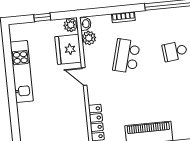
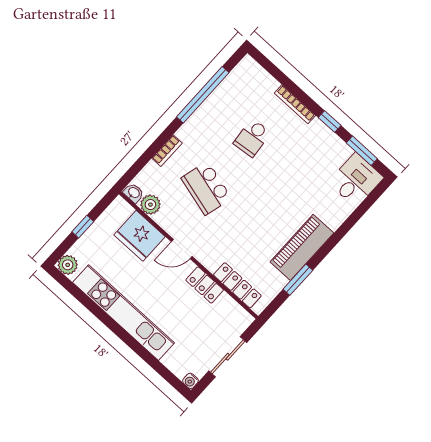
plant: (71, 25) -> (68, 265), moved
kitchen unit: (22, 72) -> (123, 313), width x1.36
locker: (79, 107) -> (205, 285), added

